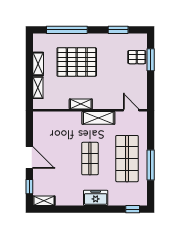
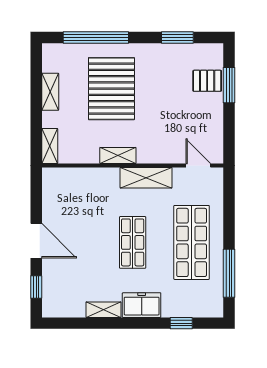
pallet: (77, 62) -> (111, 89), turned 90
shelving: (38, 88) -> (50, 146), moved
window: (151, 165) -> (229, 273), moved
shelving: (44, 201) -> (103, 310), moved
window: (133, 209) -> (181, 323), moved

